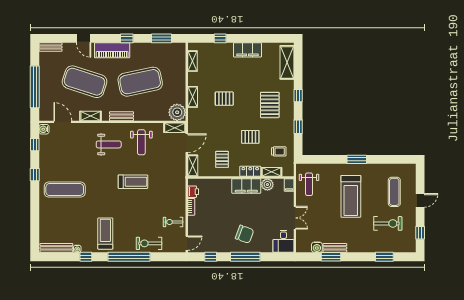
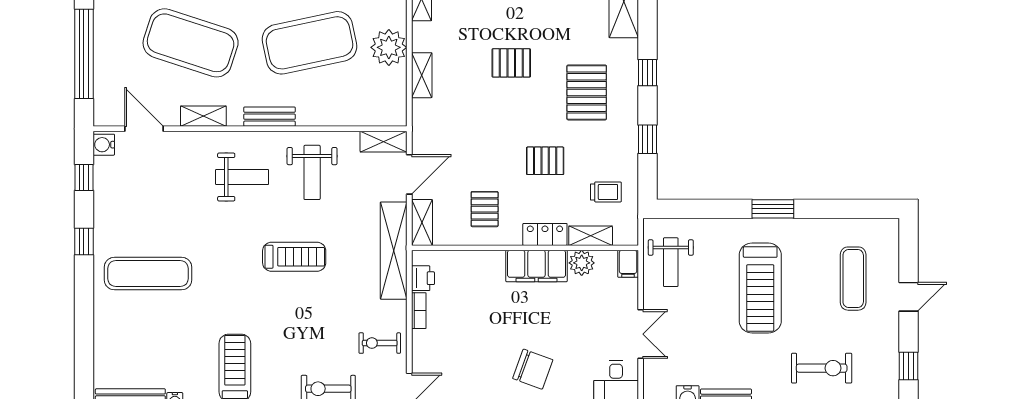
pallet: (224, 99) -> (511, 63), moved
plant: (177, 112) -> (389, 47), moved
shelving: (179, 179) -> (394, 251), added
exercise bike: (388, 223) -> (822, 368), moved

